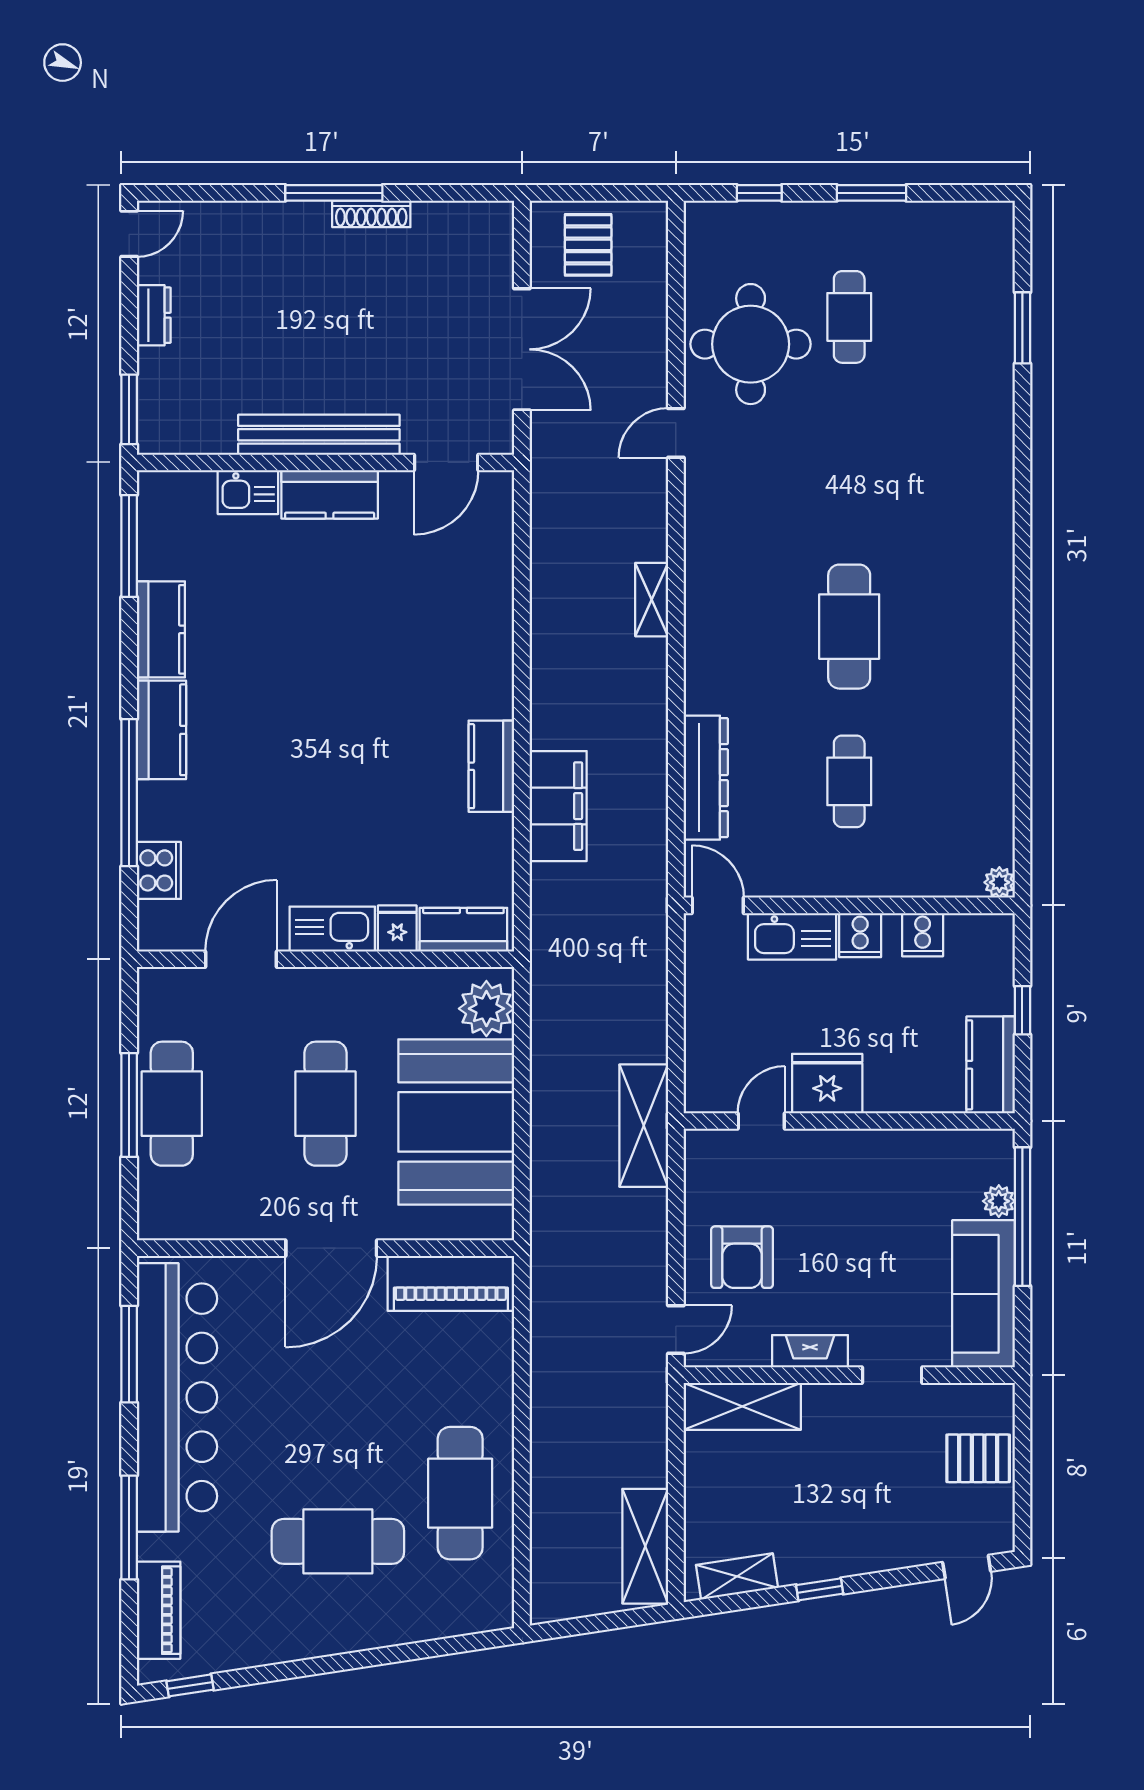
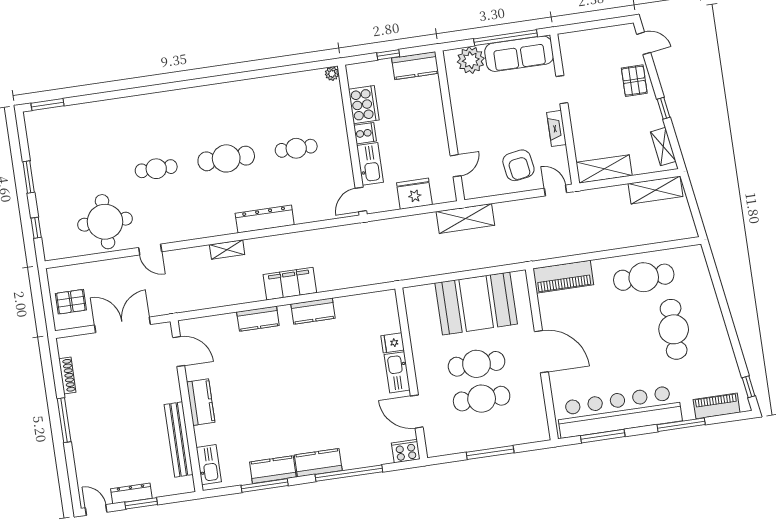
shoe rack: (371, 214) -> (67, 375), moved
dresser: (154, 315) -> (131, 493), width x1.44
cafe table: (849, 317) -> (156, 169), moved
window: (1022, 328) -> (47, 105), moved
window: (129, 409) -> (141, 503), moved
bench: (319, 435) -> (179, 440), moved
kitchen sink: (248, 492) -> (209, 465), moved, width x1.38
window: (129, 546) -> (265, 485), moved
dresser: (706, 778) -> (265, 219), moved
filing cabinet: (558, 806) -> (290, 284), moved
cooker: (159, 870) -> (406, 451), moved
kitchen counter: (463, 930) -> (258, 319), moved, turned -90
cooker: (923, 935) -> (364, 105), width x1.87, depth x1.31
plant: (486, 1009) -> (423, 297), removed
fridge: (827, 1084) -> (414, 194), moved, turned 90
cafe table: (172, 1104) -> (482, 399), moved
door: (761, 1121) -> (456, 166), swing flipped
plant: (999, 1201) -> (471, 60), width x1.88, depth x1.88
window: (1022, 1217) -> (506, 38), moved
armchair: (742, 1257) -> (518, 165), turned 81
piano: (451, 1283) -> (563, 277), moved, turned 90
shelving: (742, 1406) -> (604, 169), moved, turned 90
pallet: (978, 1458) -> (634, 81), moved

